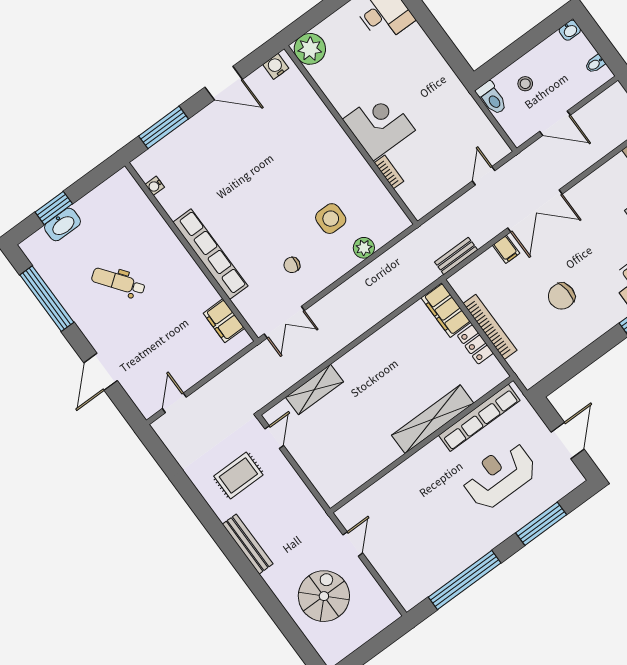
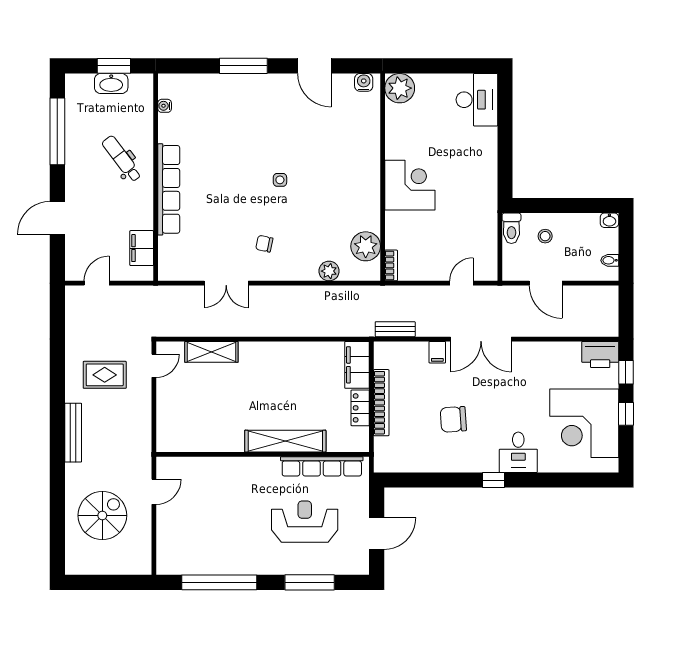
bookcase: (389, 172) -> (391, 265), moved
water cooler: (155, 186) -> (165, 106), moved
plant: (380, 204) -> (366, 246), added
side table: (331, 219) -> (280, 180), moved, width x0.54, depth x0.54
wall: (192, 252) -> (156, 177), moved
row of seats: (210, 254) -> (169, 189), moved
filing cabinet: (224, 321) -> (142, 248), moved

